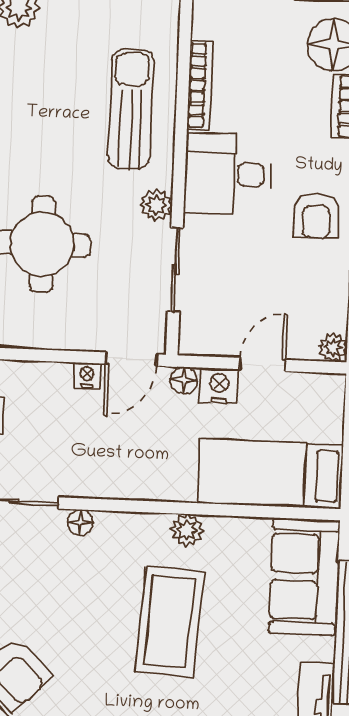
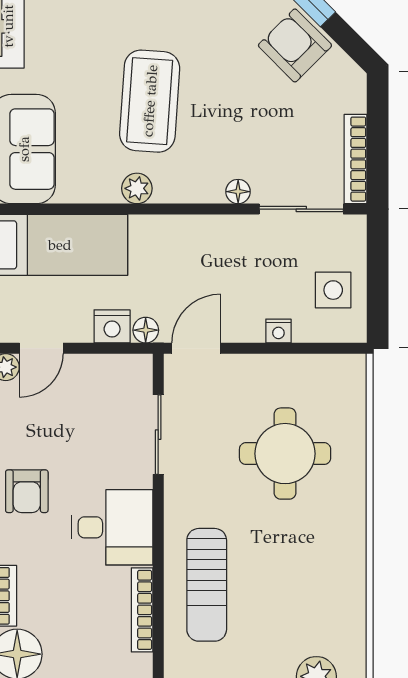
plant: (156, 205) -> (179, 495), removed
armchair: (316, 216) -> (27, 491), turned 180
door: (263, 364) -> (41, 348), moved
nightstand: (87, 375) -> (278, 331), moved

